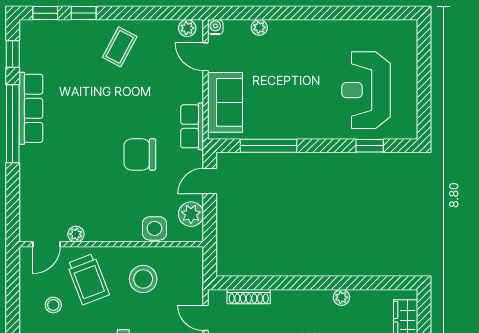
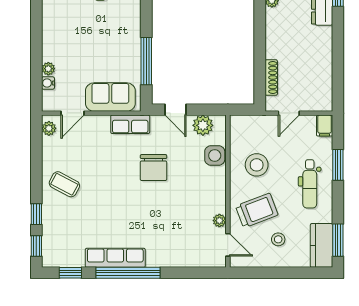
water cooler: (215, 27) -> (48, 83), moved

